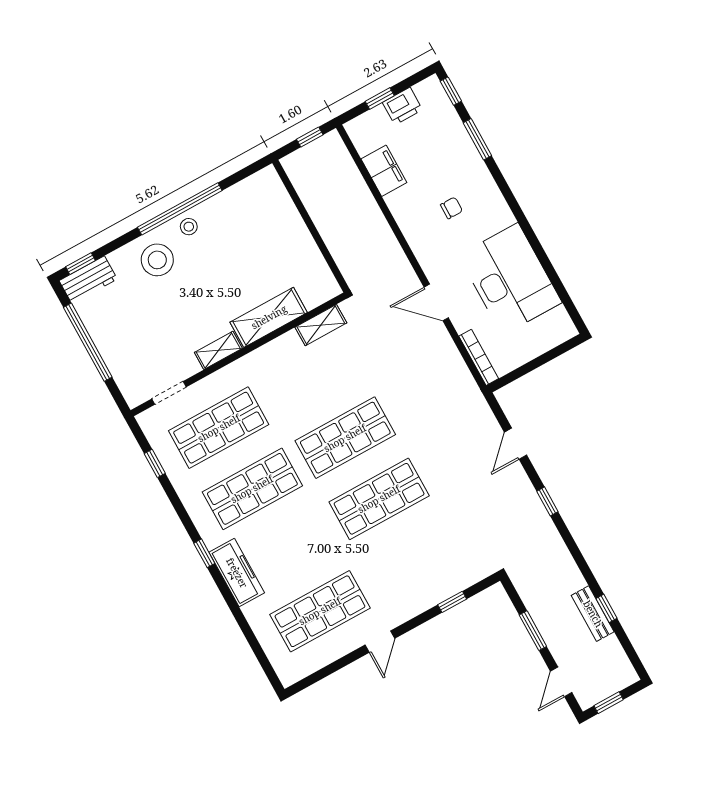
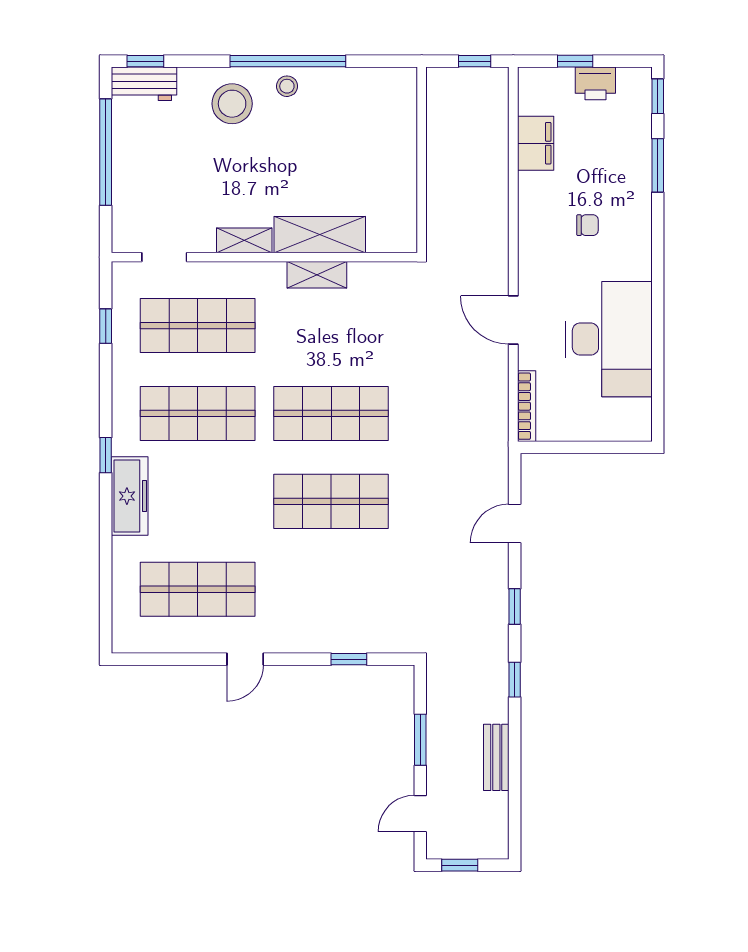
shelving: (321, 325) -> (317, 275), moved
window: (606, 608) -> (515, 680), moved

